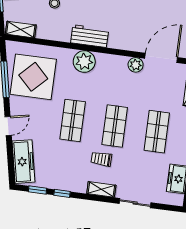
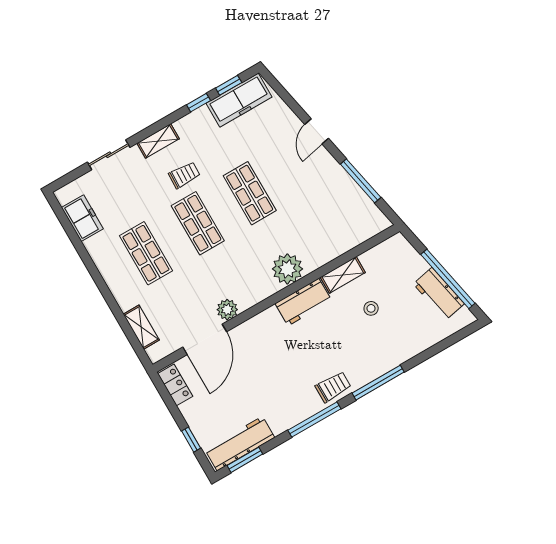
shelving: (21, 30) -> (343, 275), moved
display table: (33, 77) -> (331, 208), removed
freezer: (24, 162) -> (239, 100), moved, turned -78

